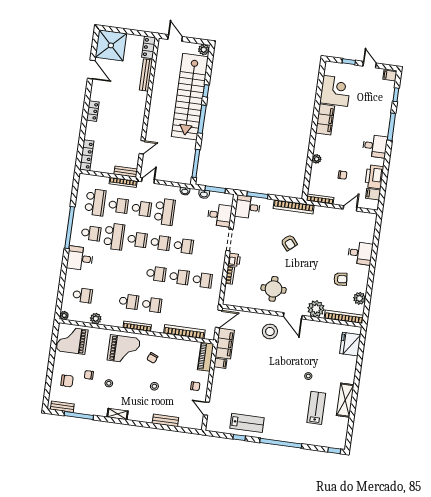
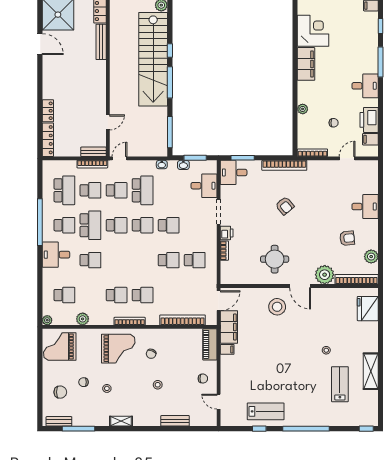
locker: (93, 111) -> (48, 111), moved
school desk: (156, 274) -> (90, 260), moved

